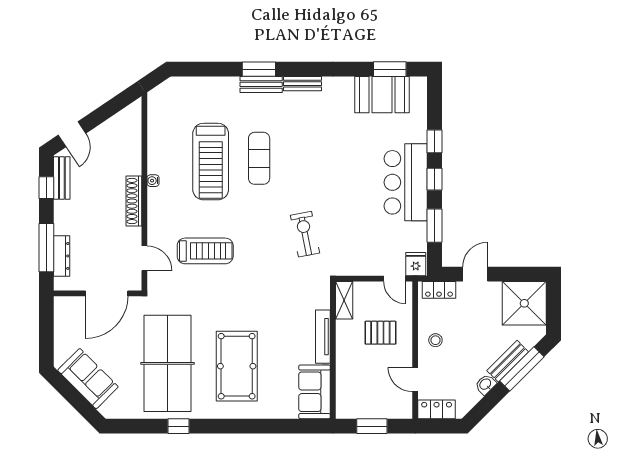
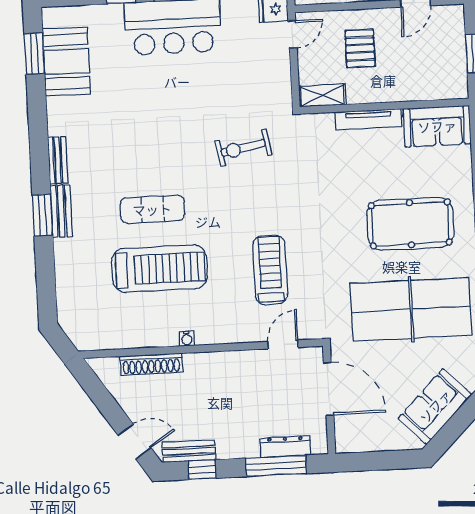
shoe rack: (134, 201) -> (151, 364), moved

